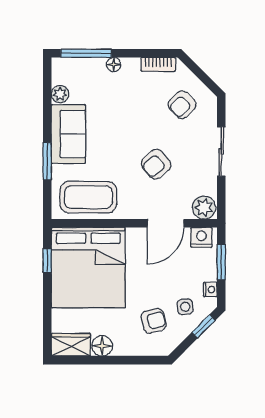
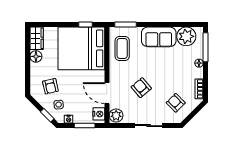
plant: (60, 94) -> (186, 36), width x1.87, depth x1.87
window: (47, 161) -> (125, 25), moved
coffee table: (88, 197) -> (122, 48), width x0.73, depth x0.76

